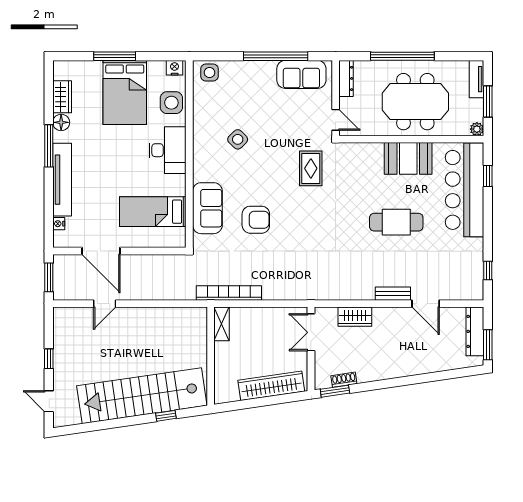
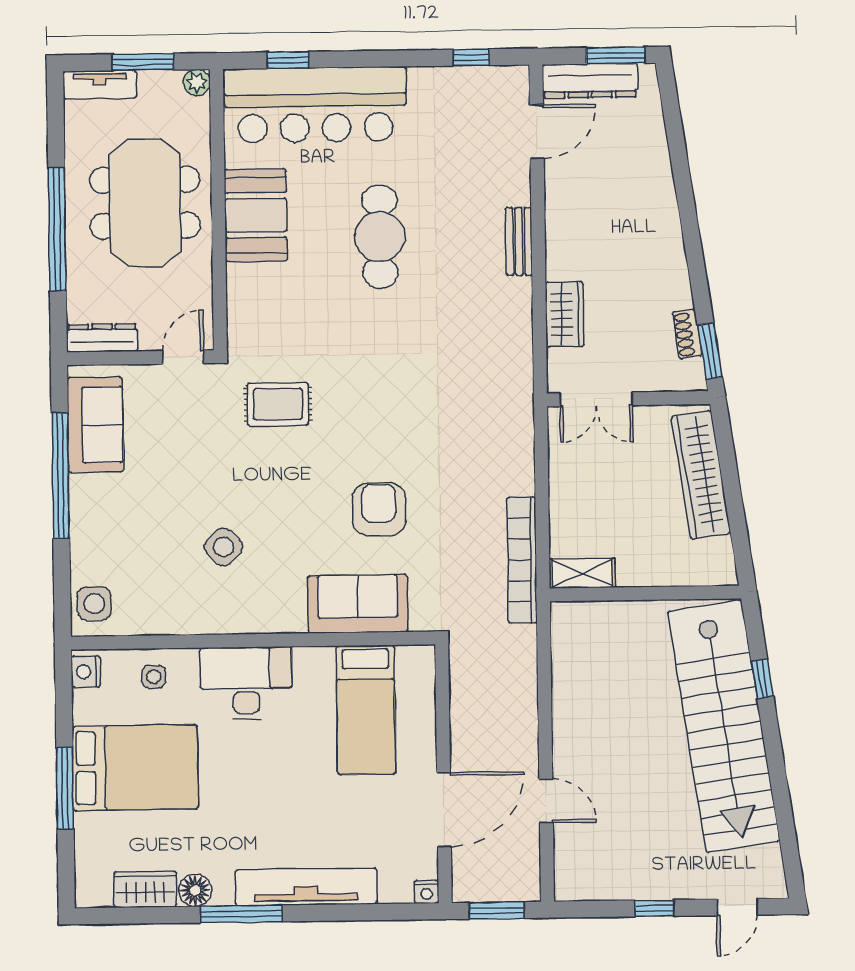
side table: (171, 103) -> (154, 677), width x0.54, depth x0.54
nightstand: (59, 224) -> (427, 892), moved
door: (426, 304) -> (537, 132), moved

